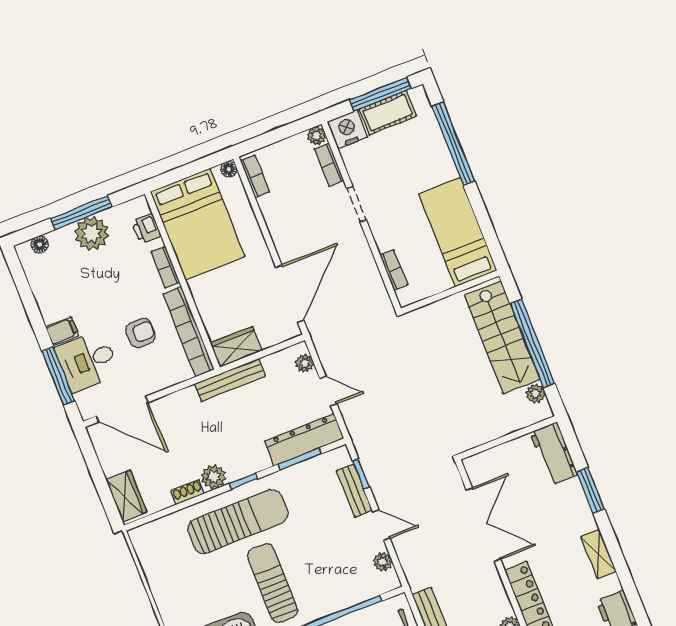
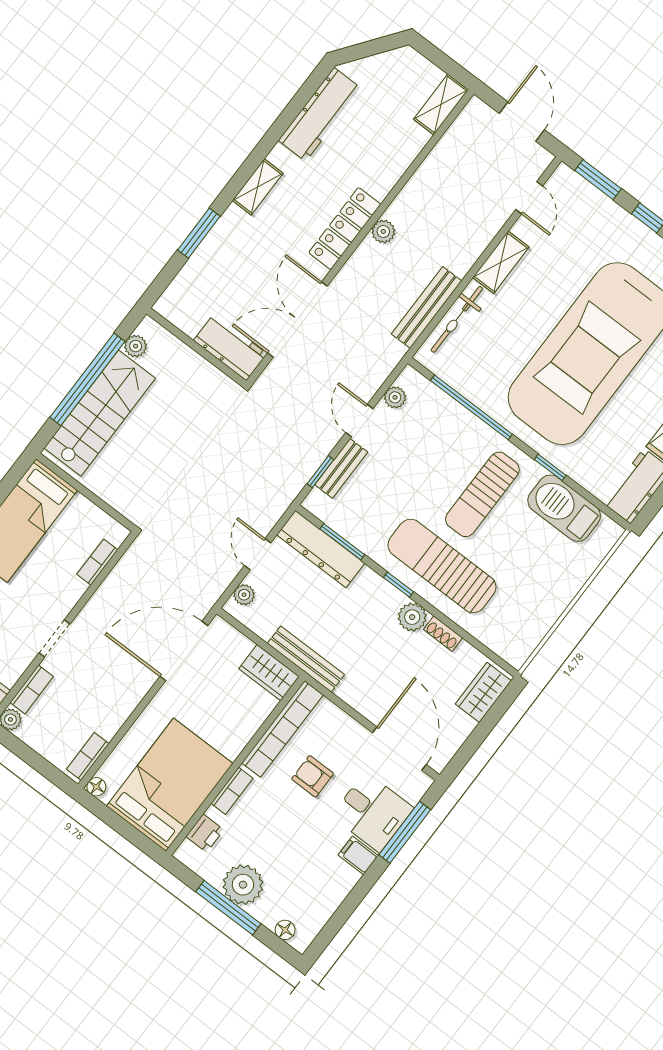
workbench: (554, 454) -> (230, 347), moved, turned -90

